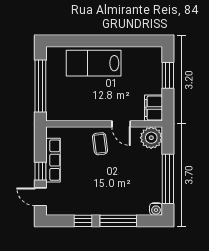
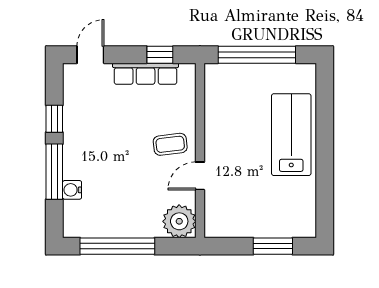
filing cabinet: (154, 108) -> (224, 225), removed
window: (40, 171) -> (160, 55), moved
water cooler: (156, 209) -> (72, 190), moved

